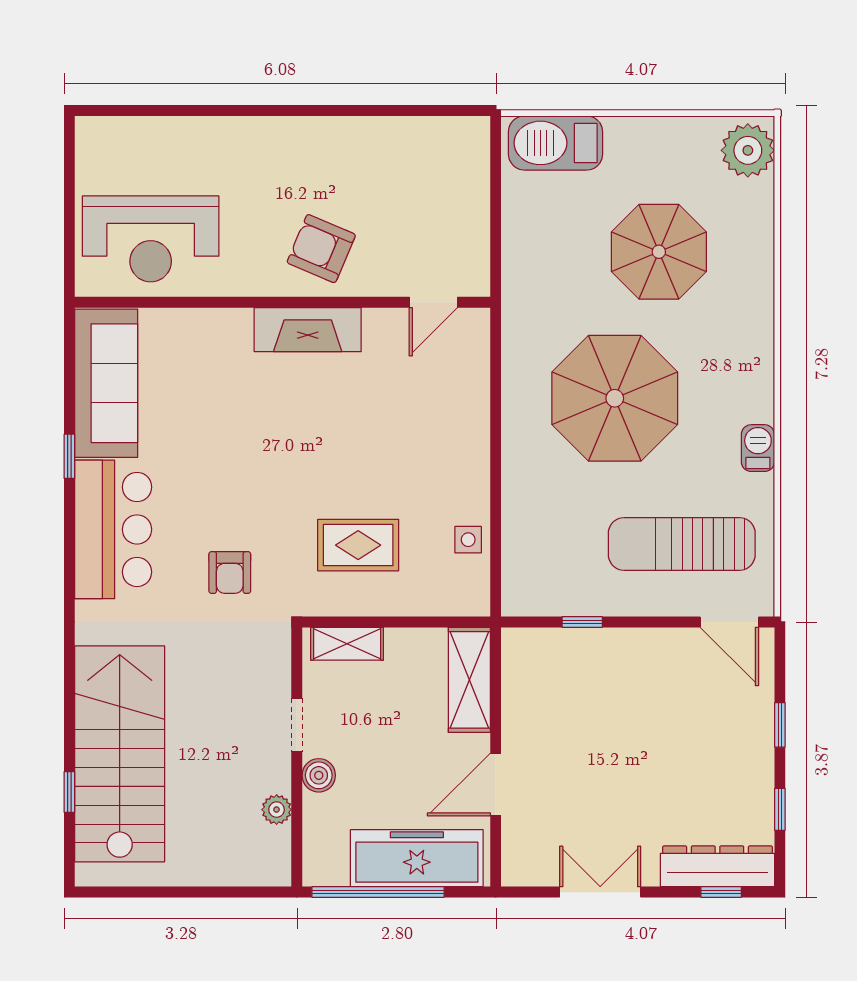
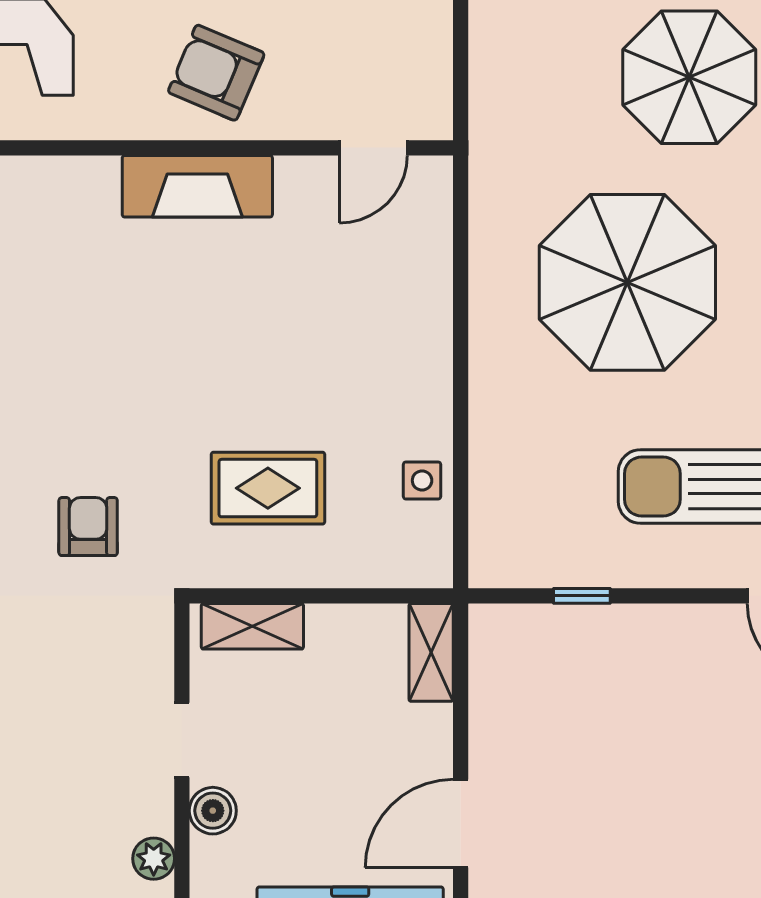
armchair: (230, 573) -> (88, 527), turned 180
shelving: (469, 680) -> (431, 652), width x0.67, depth x0.75

